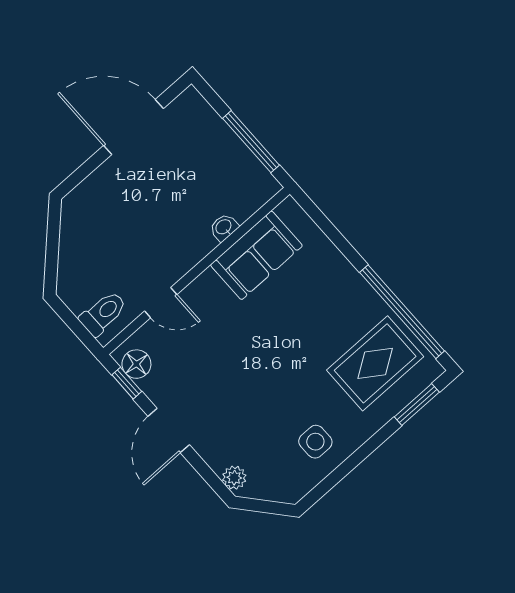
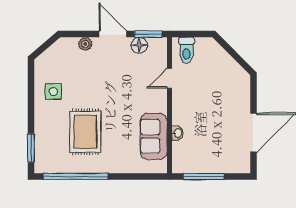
rug: (375, 363) -> (85, 132), moved
floor lamp: (136, 364) -> (139, 45), moved
window: (127, 383) -> (148, 34), width x1.50
plant: (234, 478) -> (85, 44), moved

